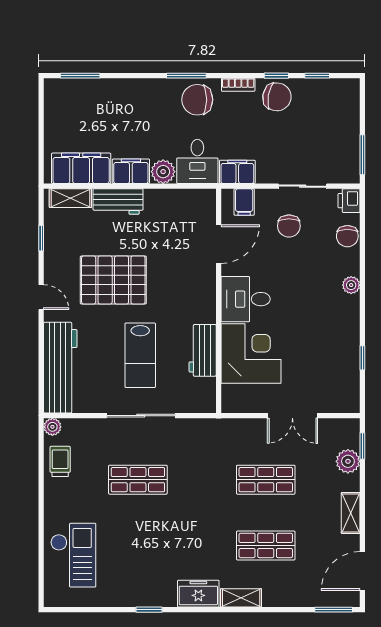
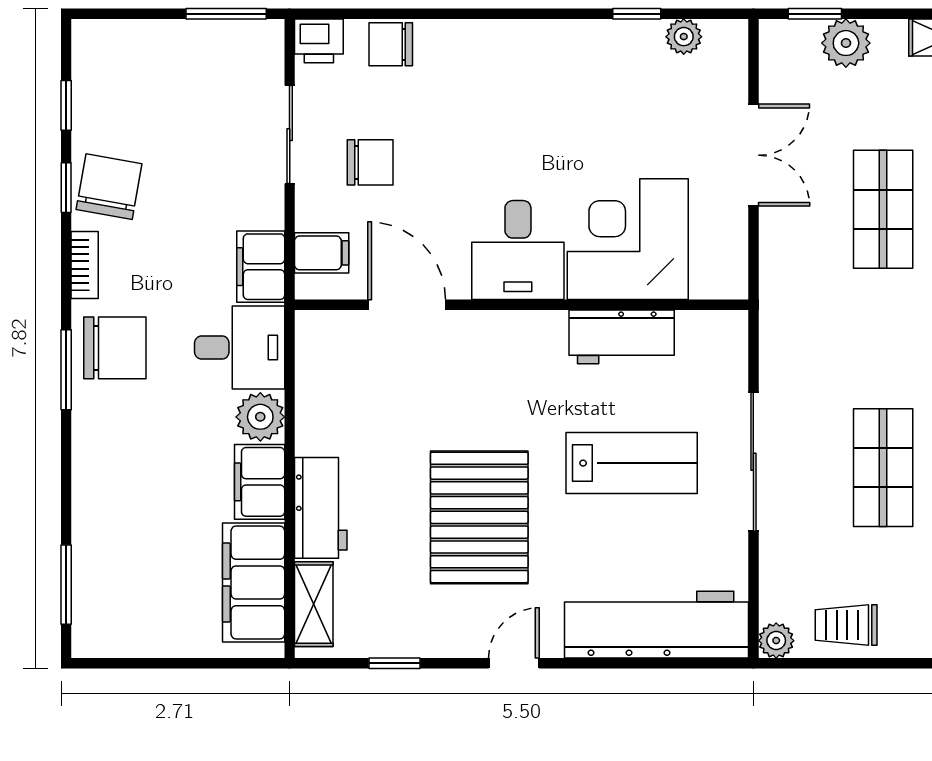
chair: (197, 100) -> (115, 348), turned -90
chair: (347, 236) -> (391, 44), turned 180
plant: (351, 285) -> (684, 37), moved

